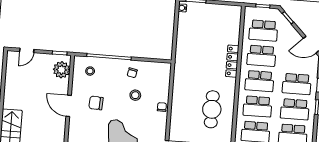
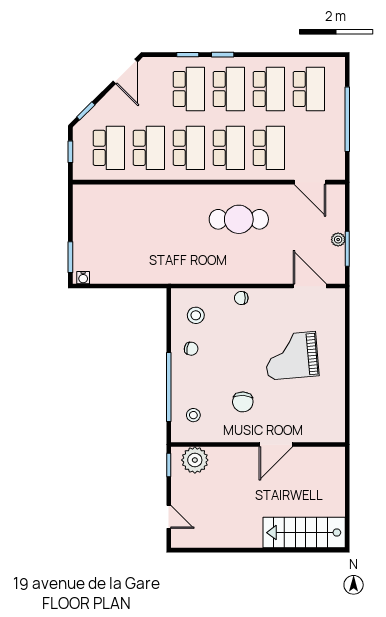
locker: (232, 61) -> (161, 193), removed
stool: (135, 95) -> (196, 315), moved
door: (69, 106) -> (276, 444), moved

